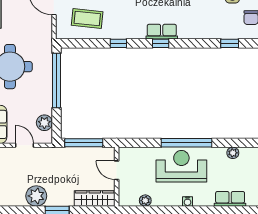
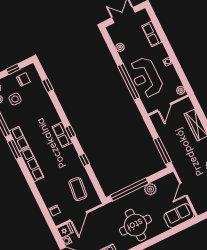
plant: (44, 123) -> (150, 189), moved
door: (117, 170) -> (164, 107), moved
wall: (117, 177) -> (168, 105), moved

